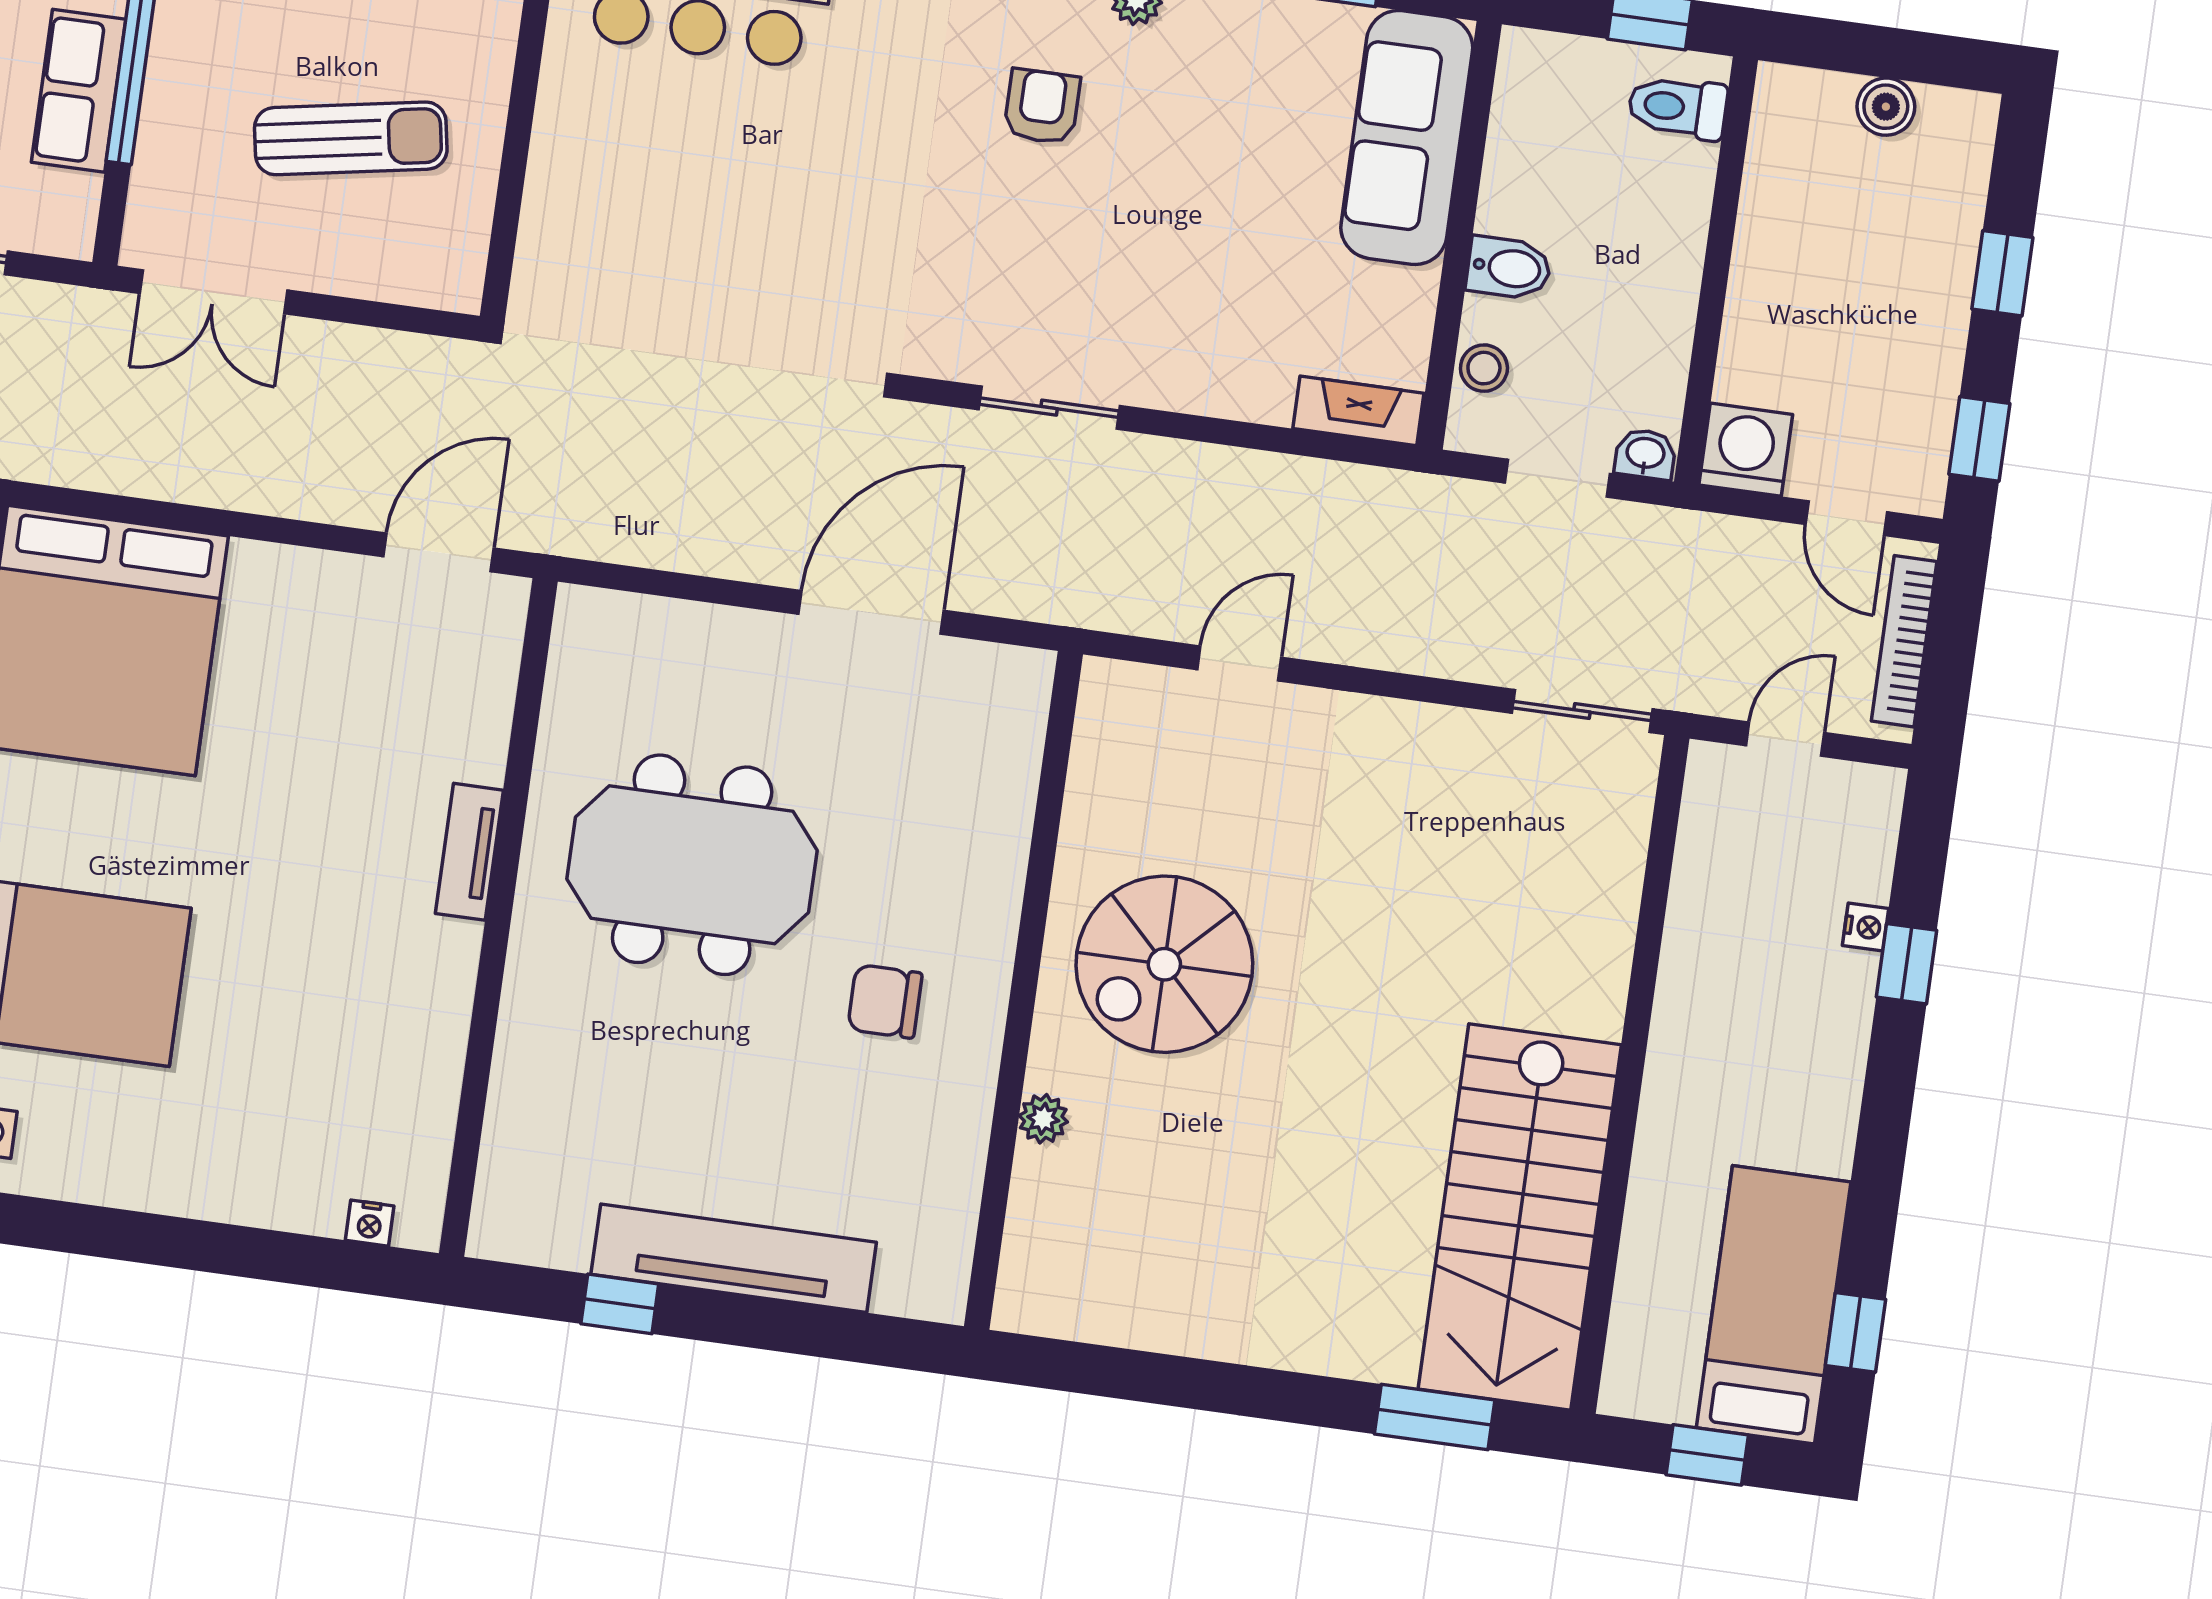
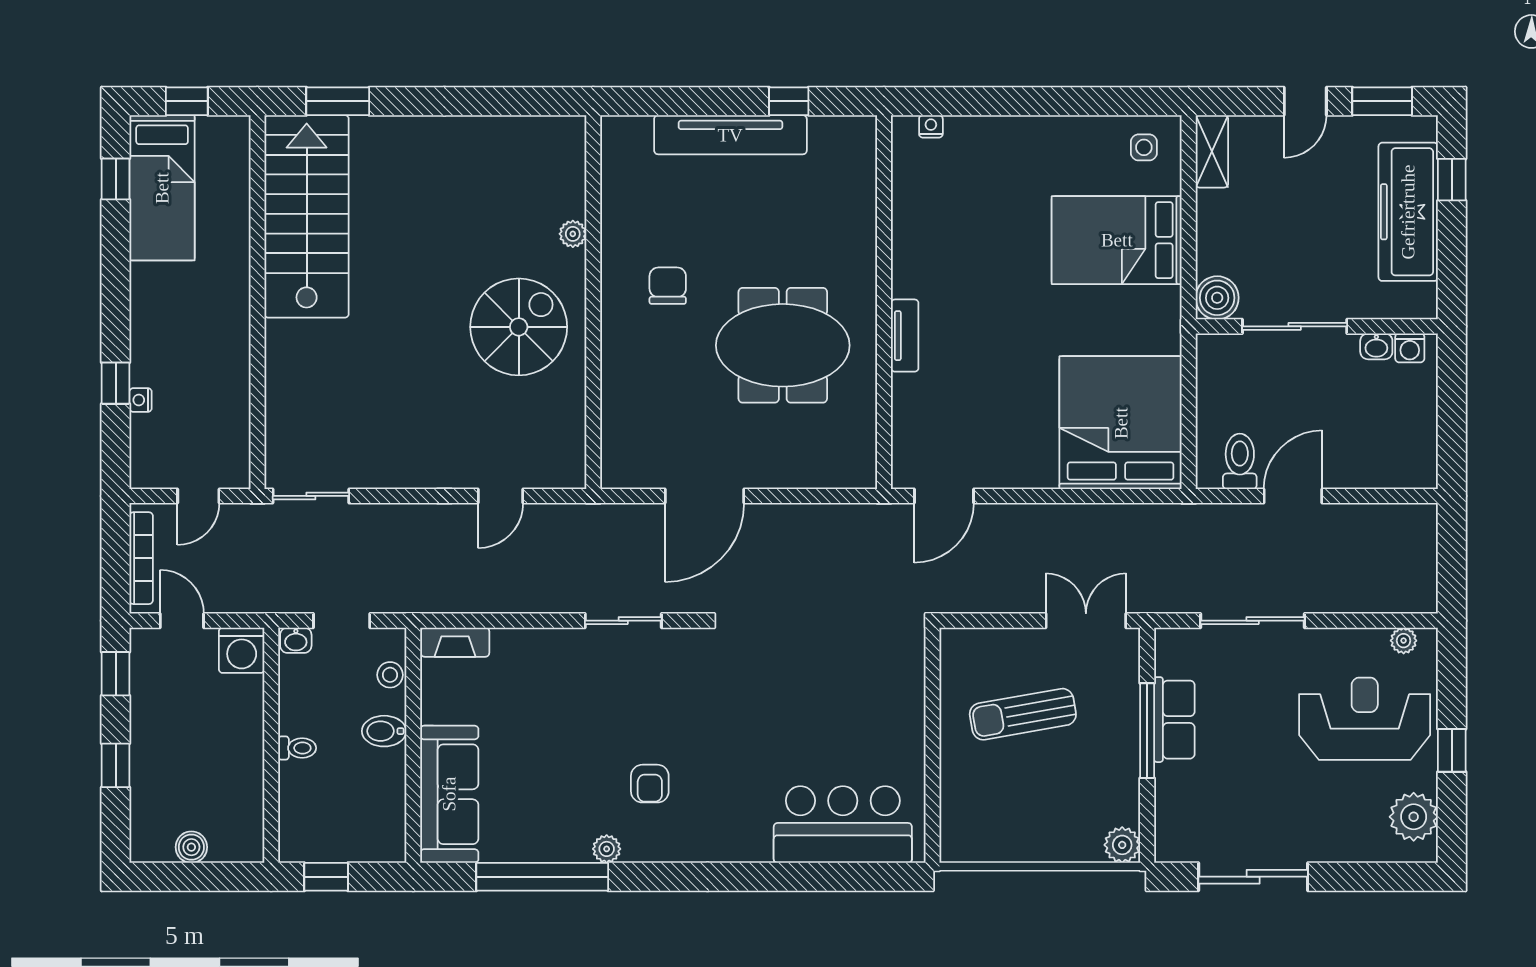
toilet: (1678, 107) -> (297, 748), moved, width x0.73, depth x0.72
chair: (885, 1001) -> (668, 286), turned -90

